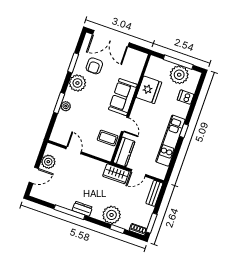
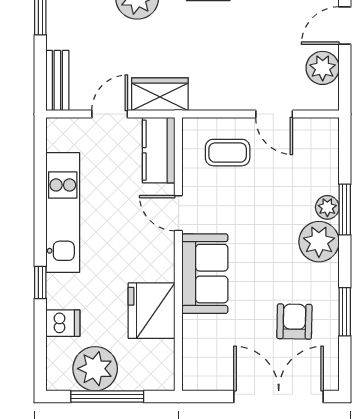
plant: (77, 83) -> (319, 242), moved
window: (184, 131) -> (40, 283), moved
coffee table: (108, 138) -> (228, 153), moved

